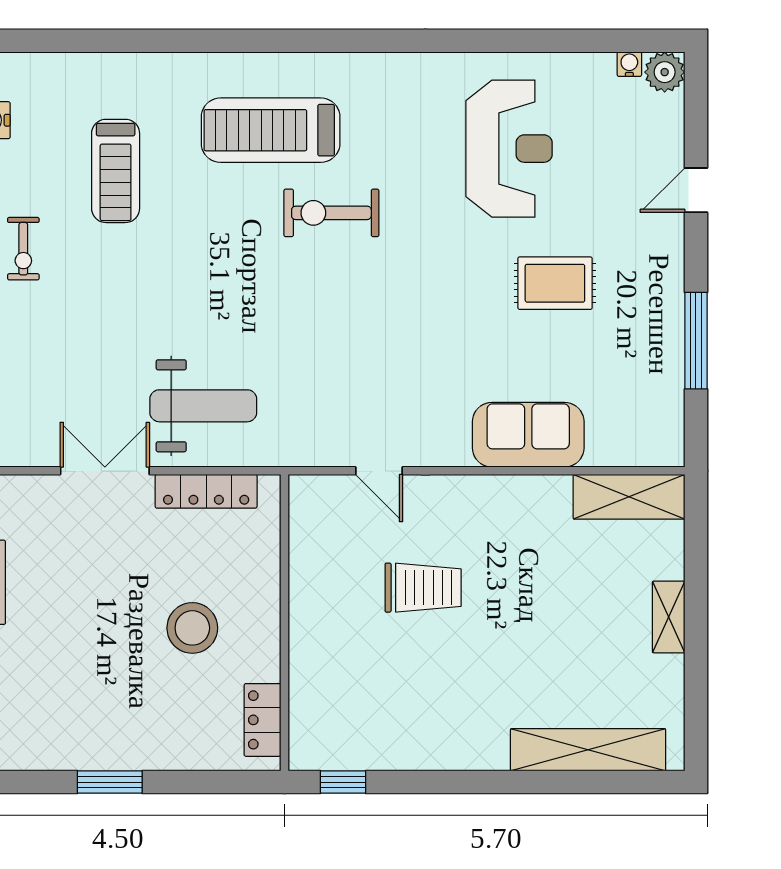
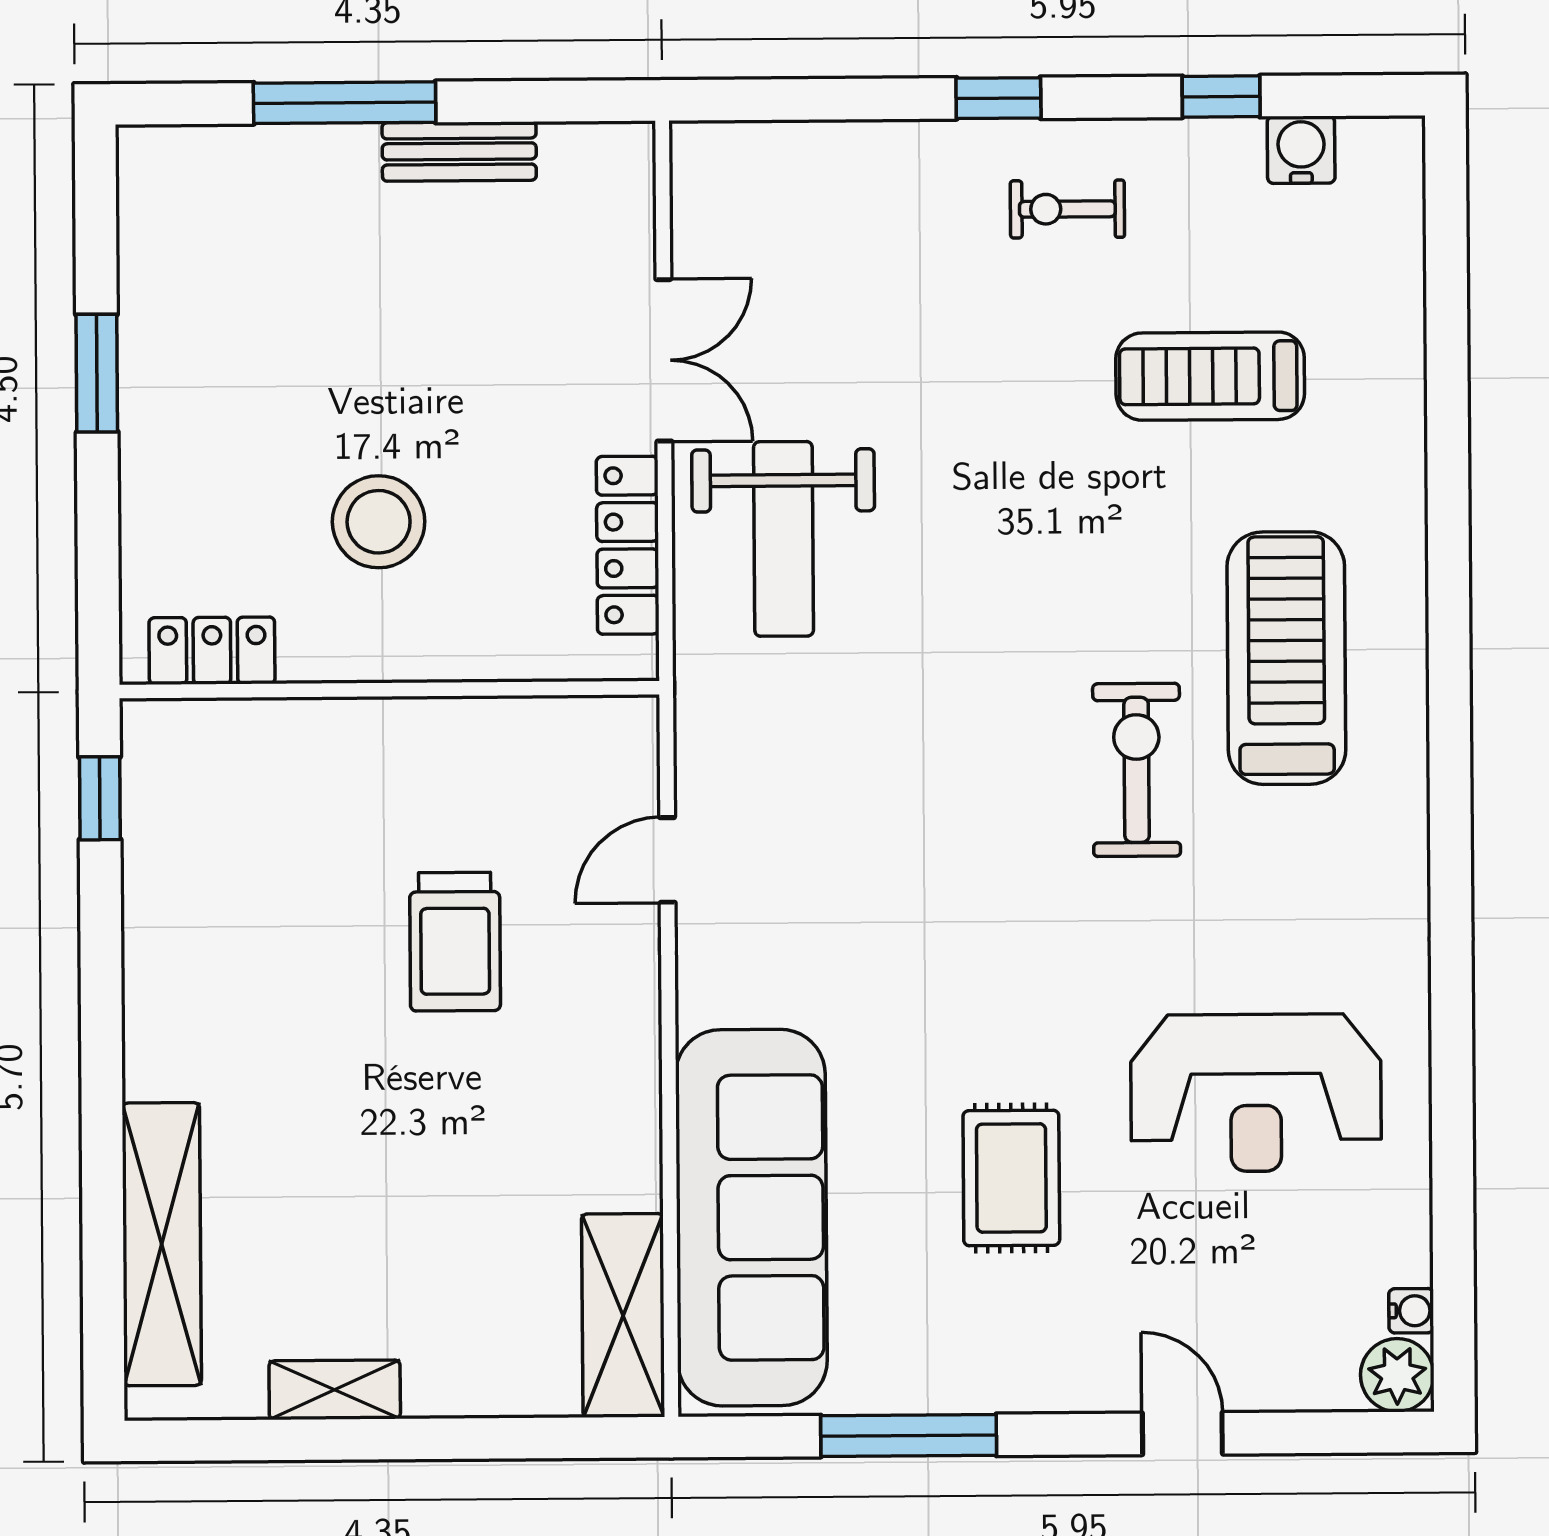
sofa: (528, 435) -> (751, 1218), width x1.85, depth x1.27
shelving: (669, 617) -> (335, 1390), moved

